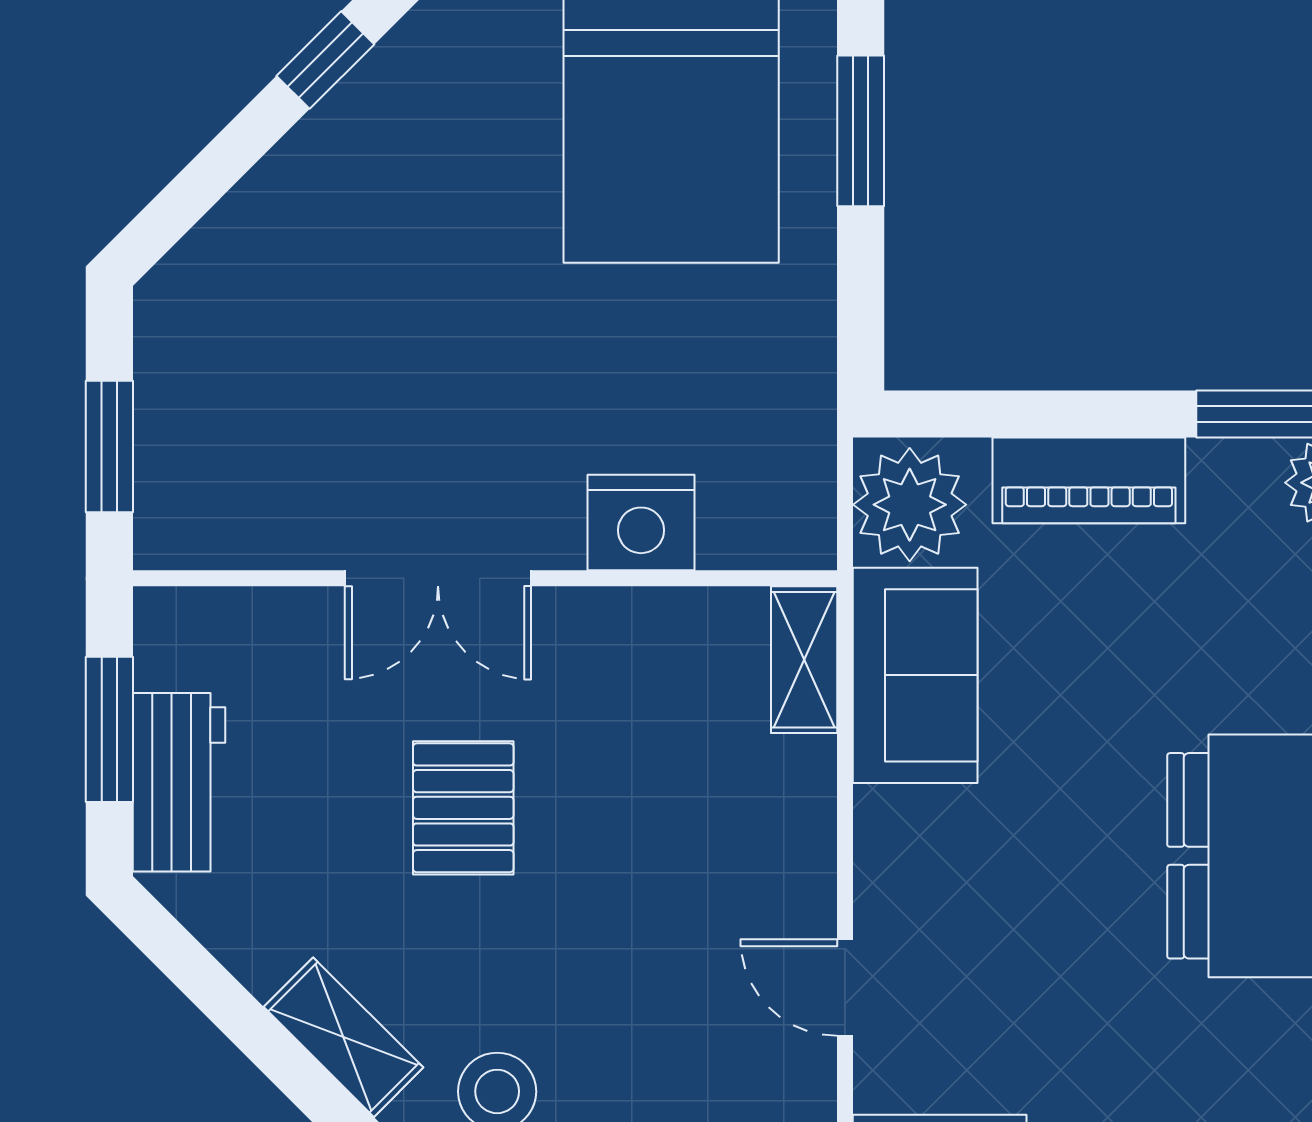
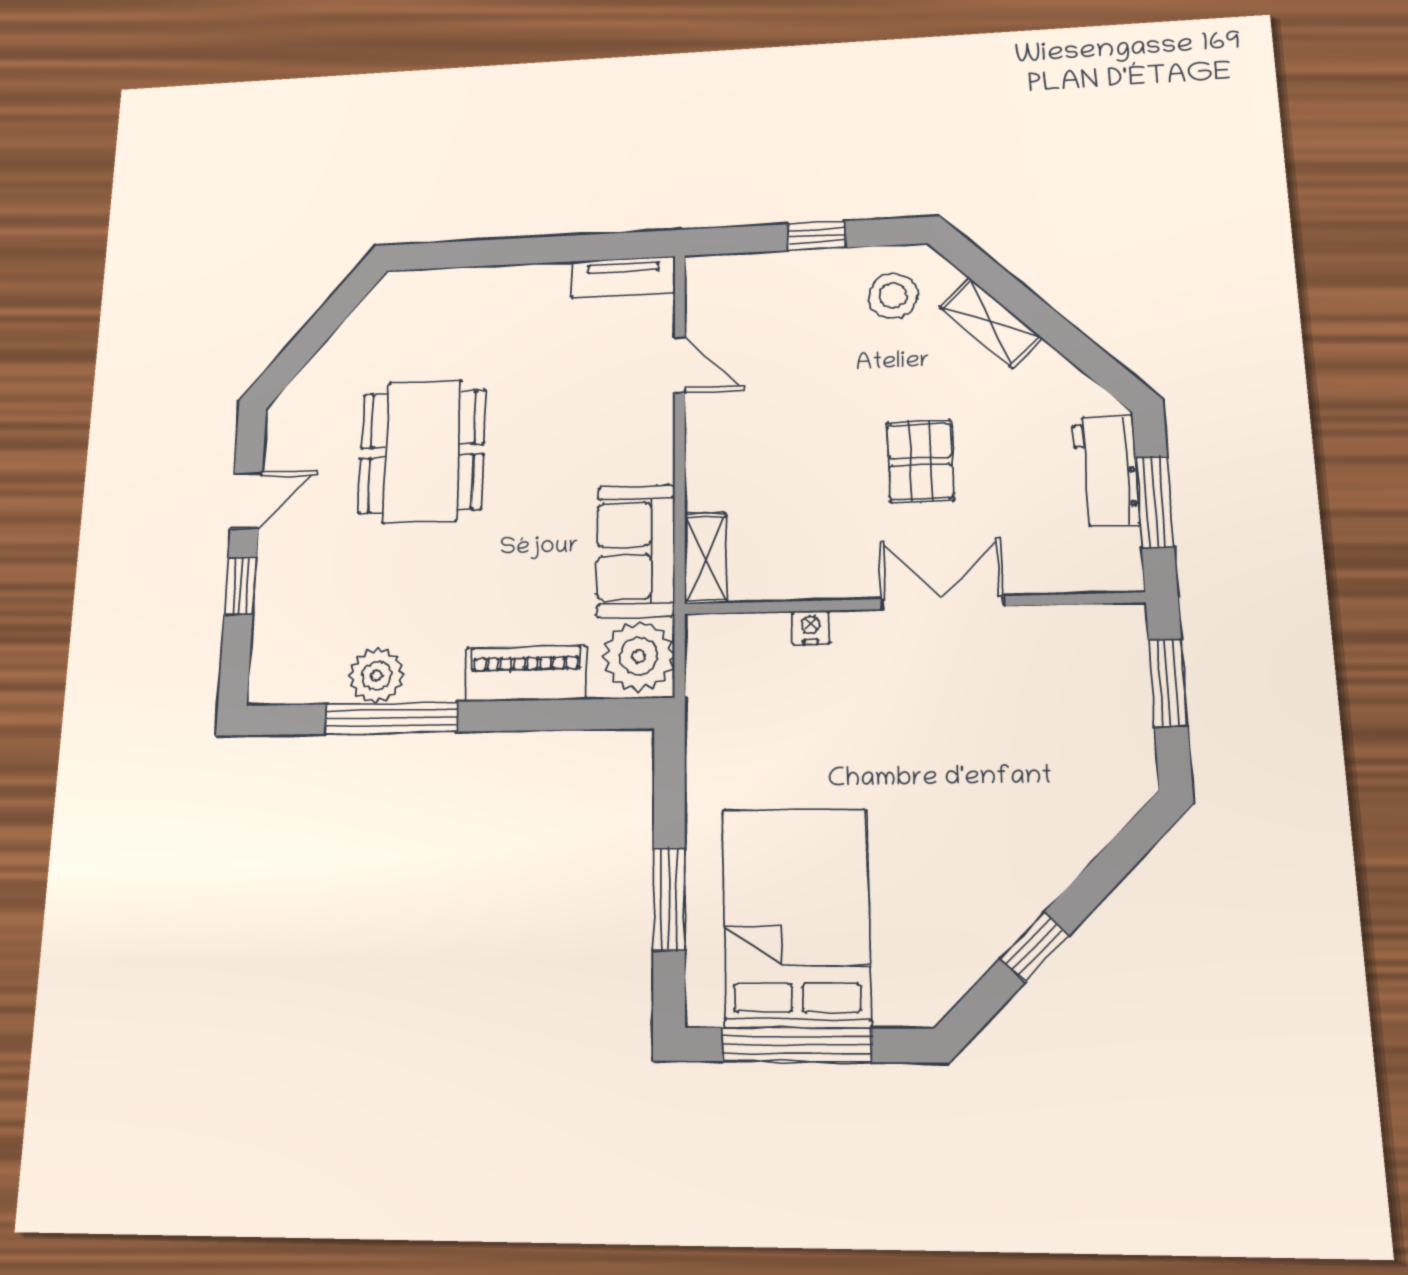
nightstand: (641, 523) -> (811, 628), width x0.53, depth x0.56

